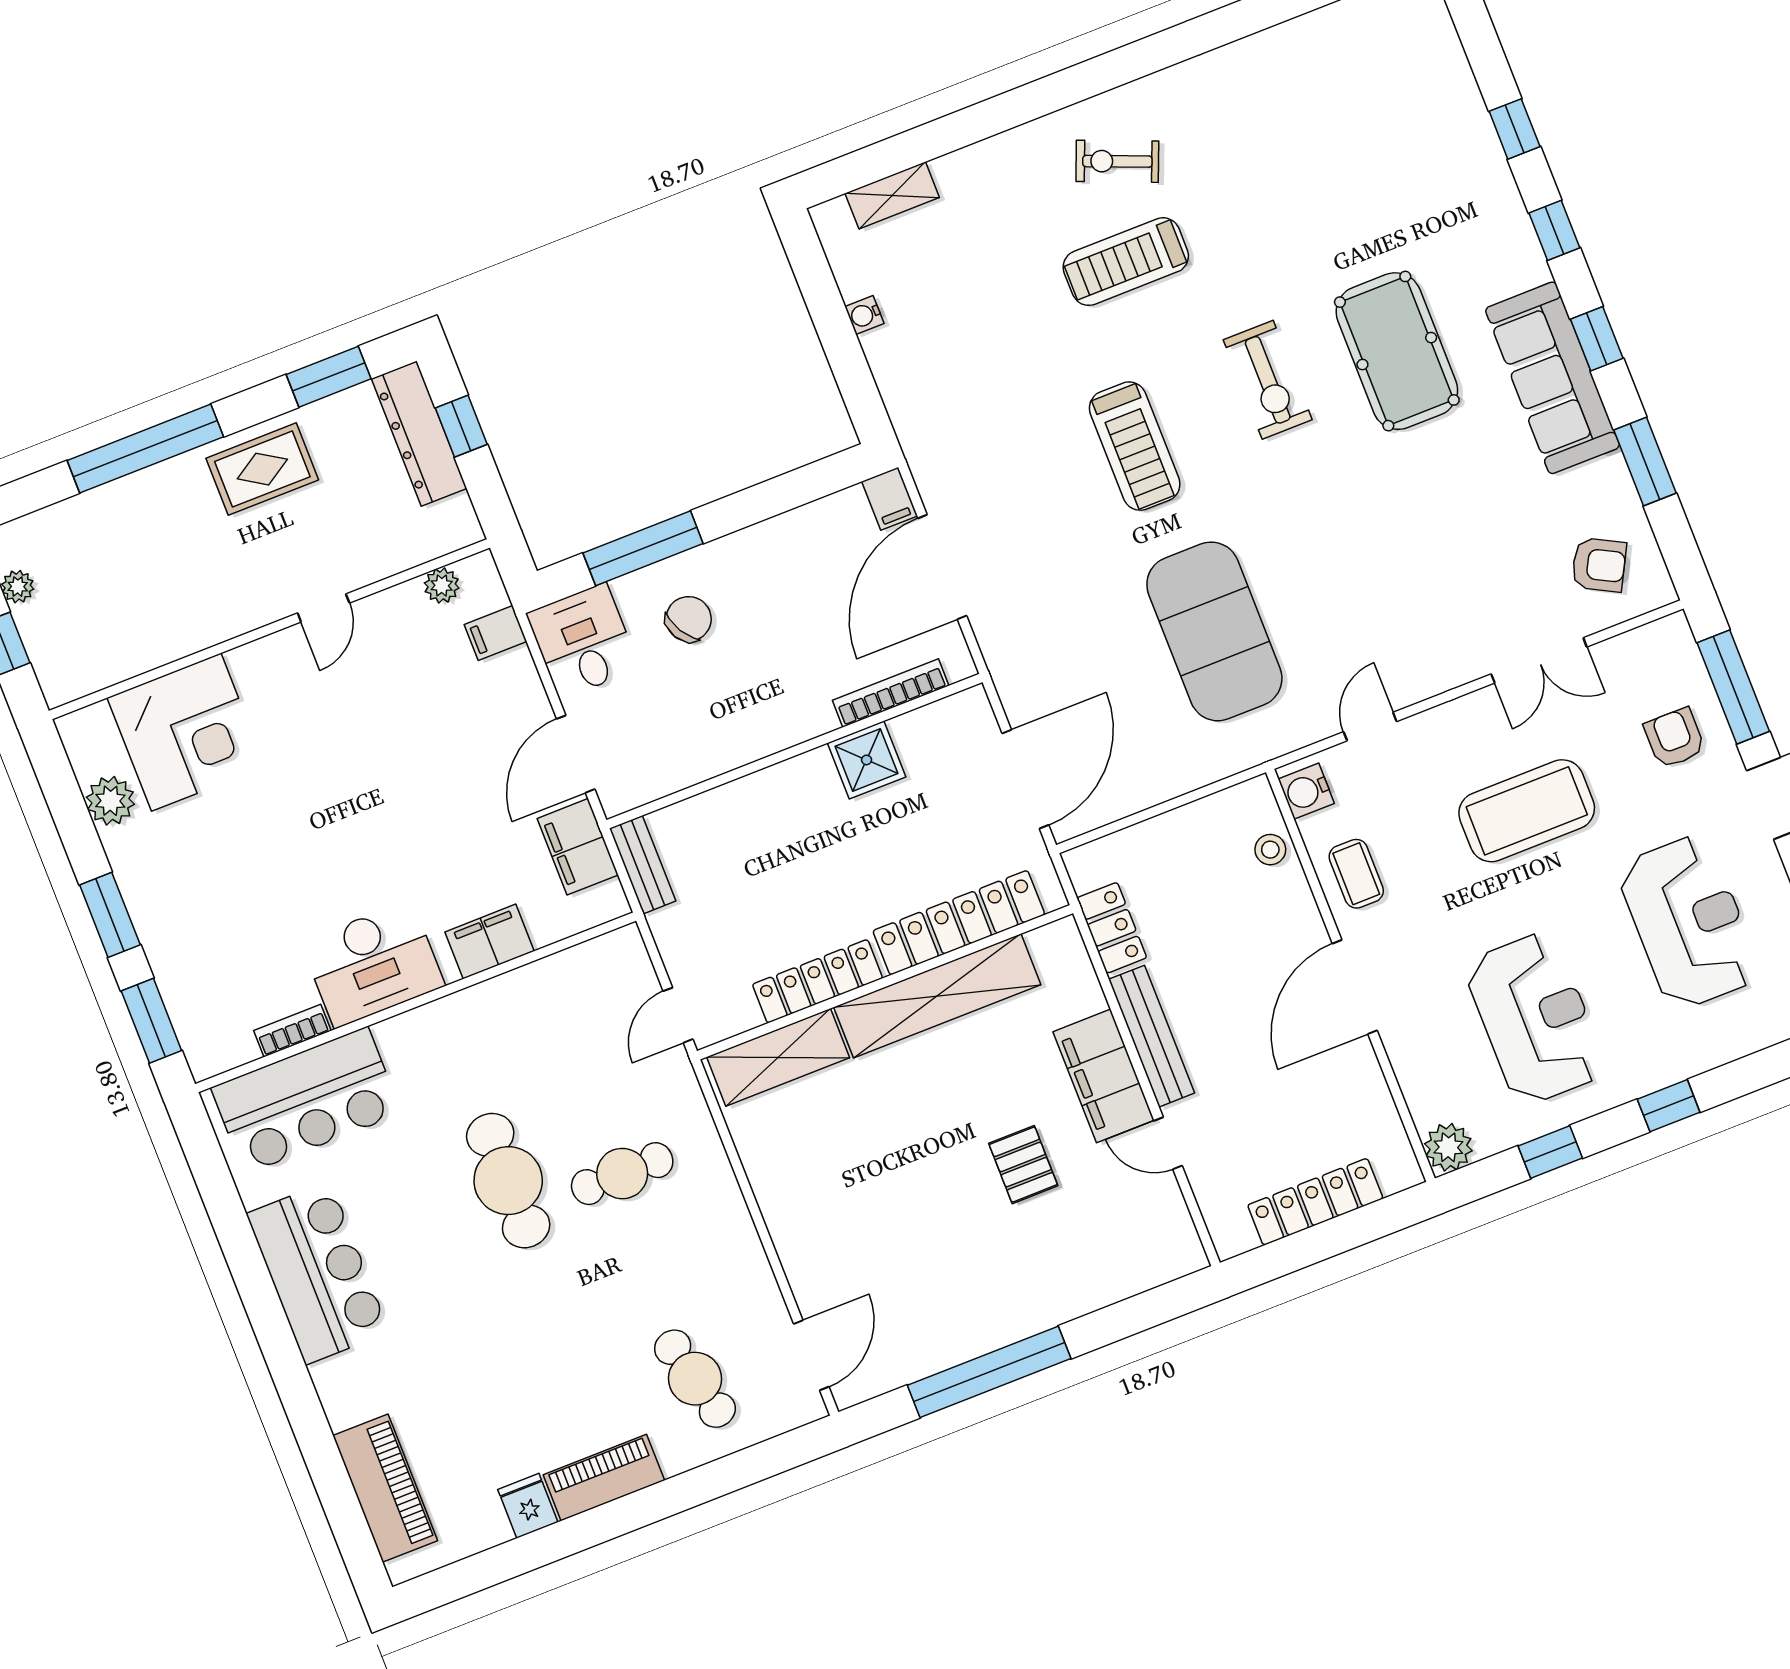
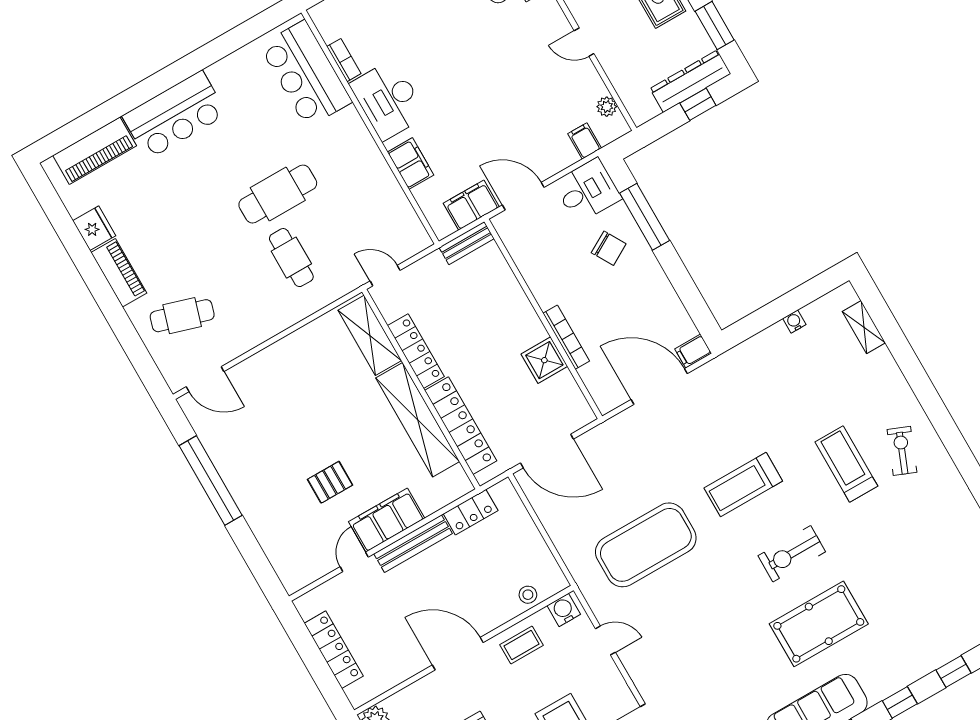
bookcase: (891, 693) -> (566, 337), moved
bar counter: (318, 1273) -> (175, 115), moved
cafe table: (695, 1379) -> (182, 316), turned 31
fridge: (528, 1506) -> (94, 228), width x1.38

